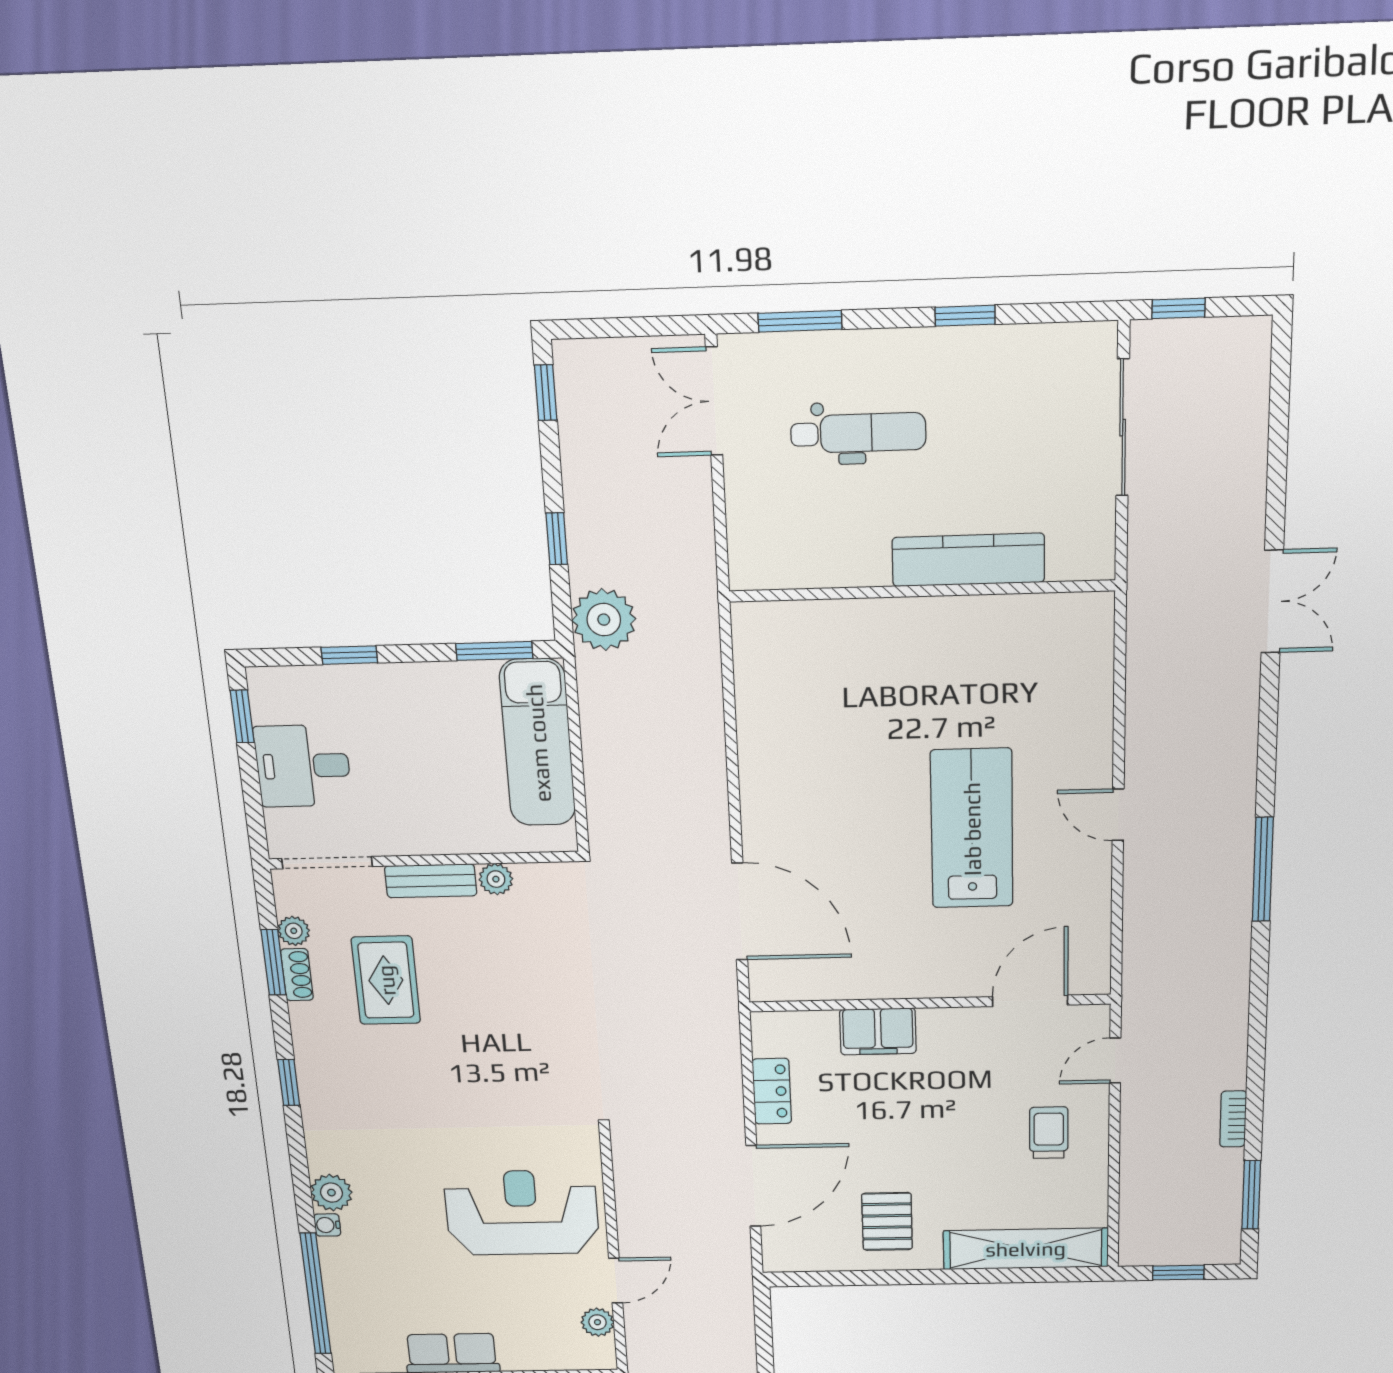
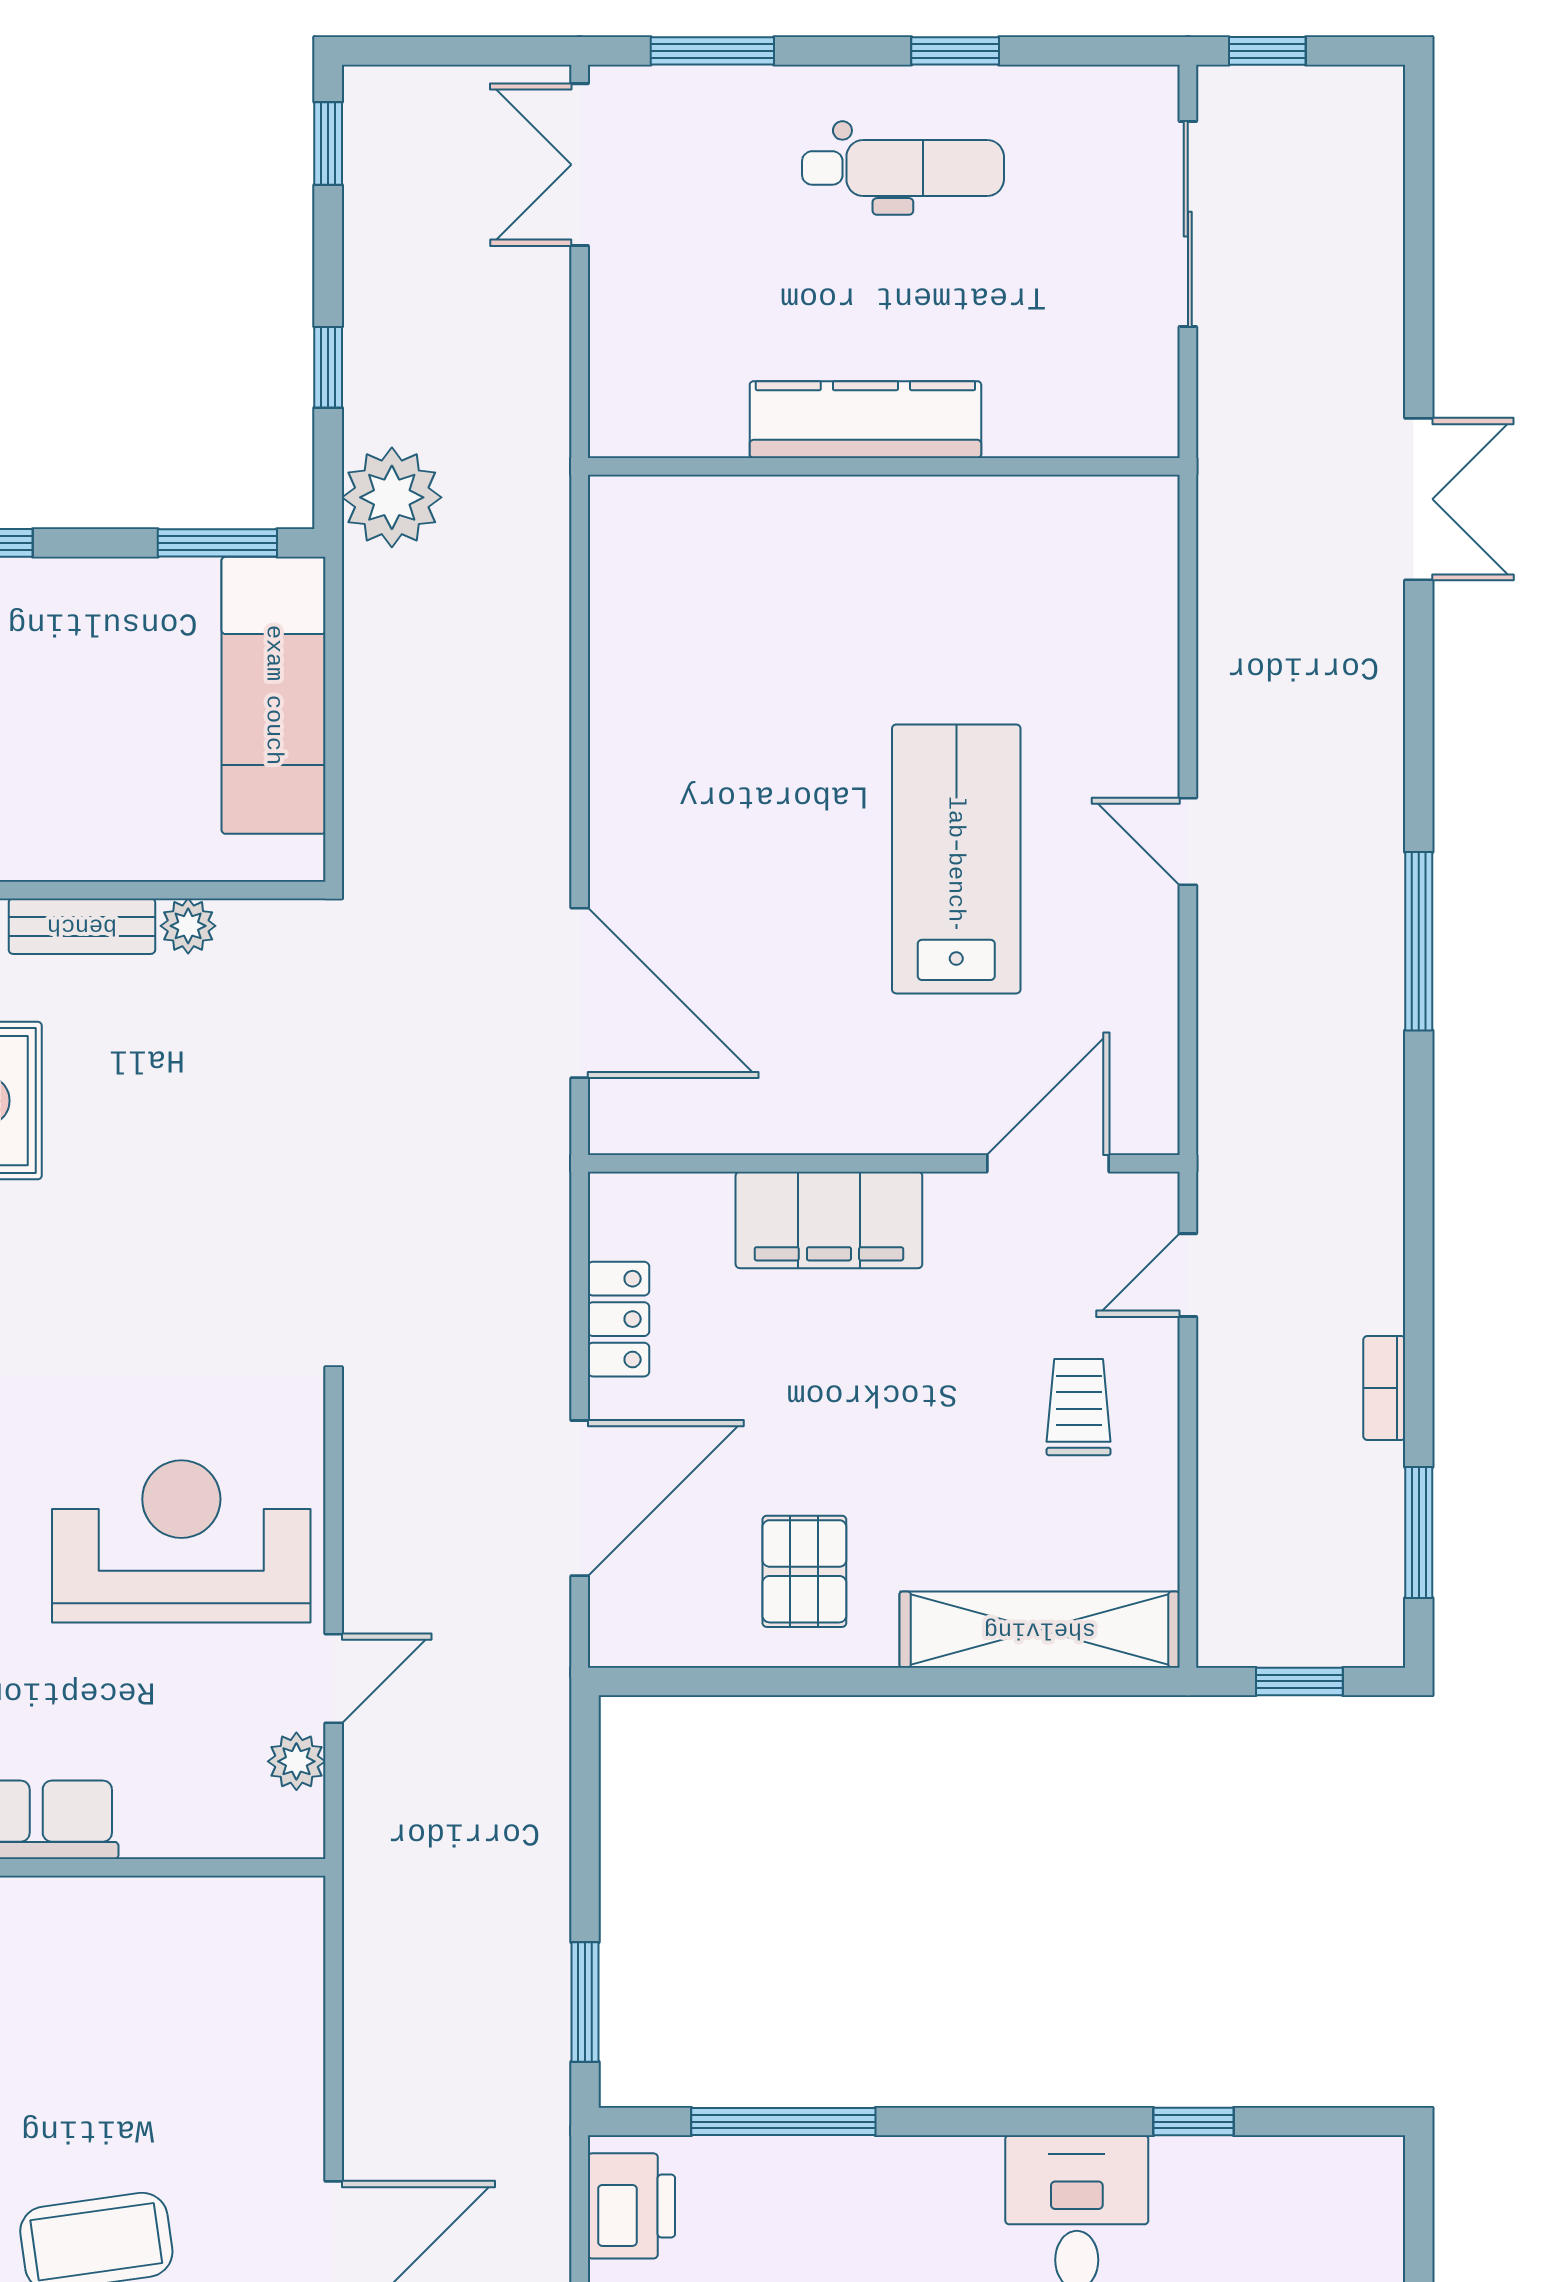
dental chair: (858, 433) -> (903, 168), moved
kitchen counter: (968, 560) -> (865, 420), moved
filing cabinet: (878, 1031) -> (829, 1220), width x1.50, depth x1.17

